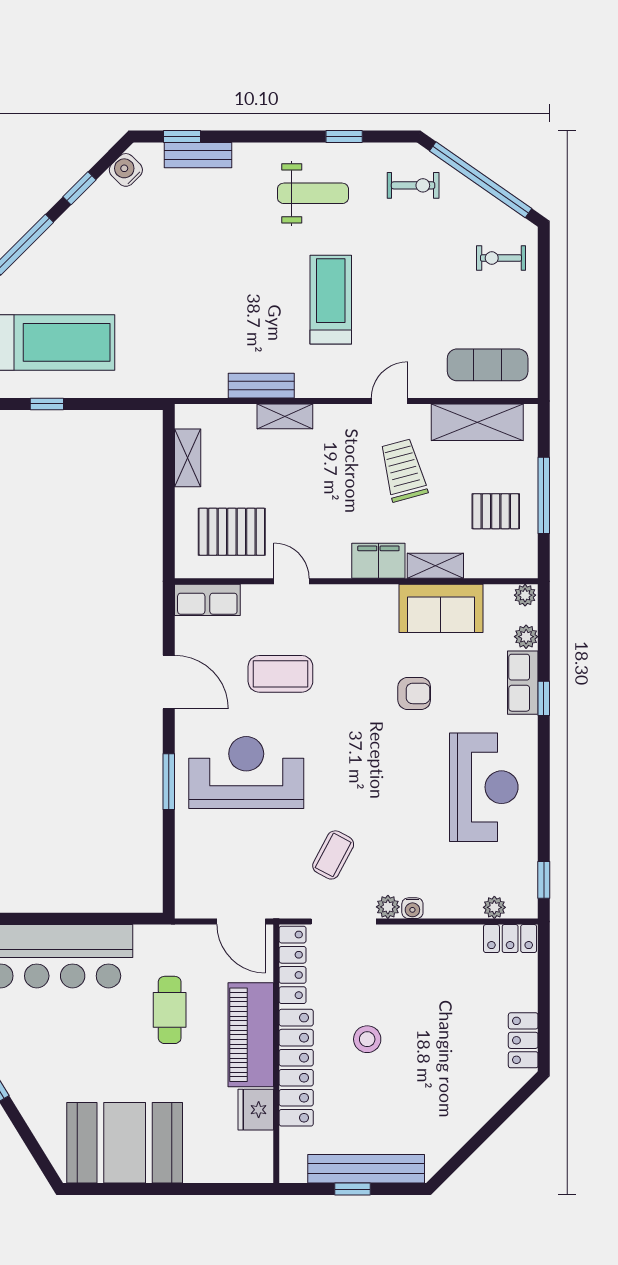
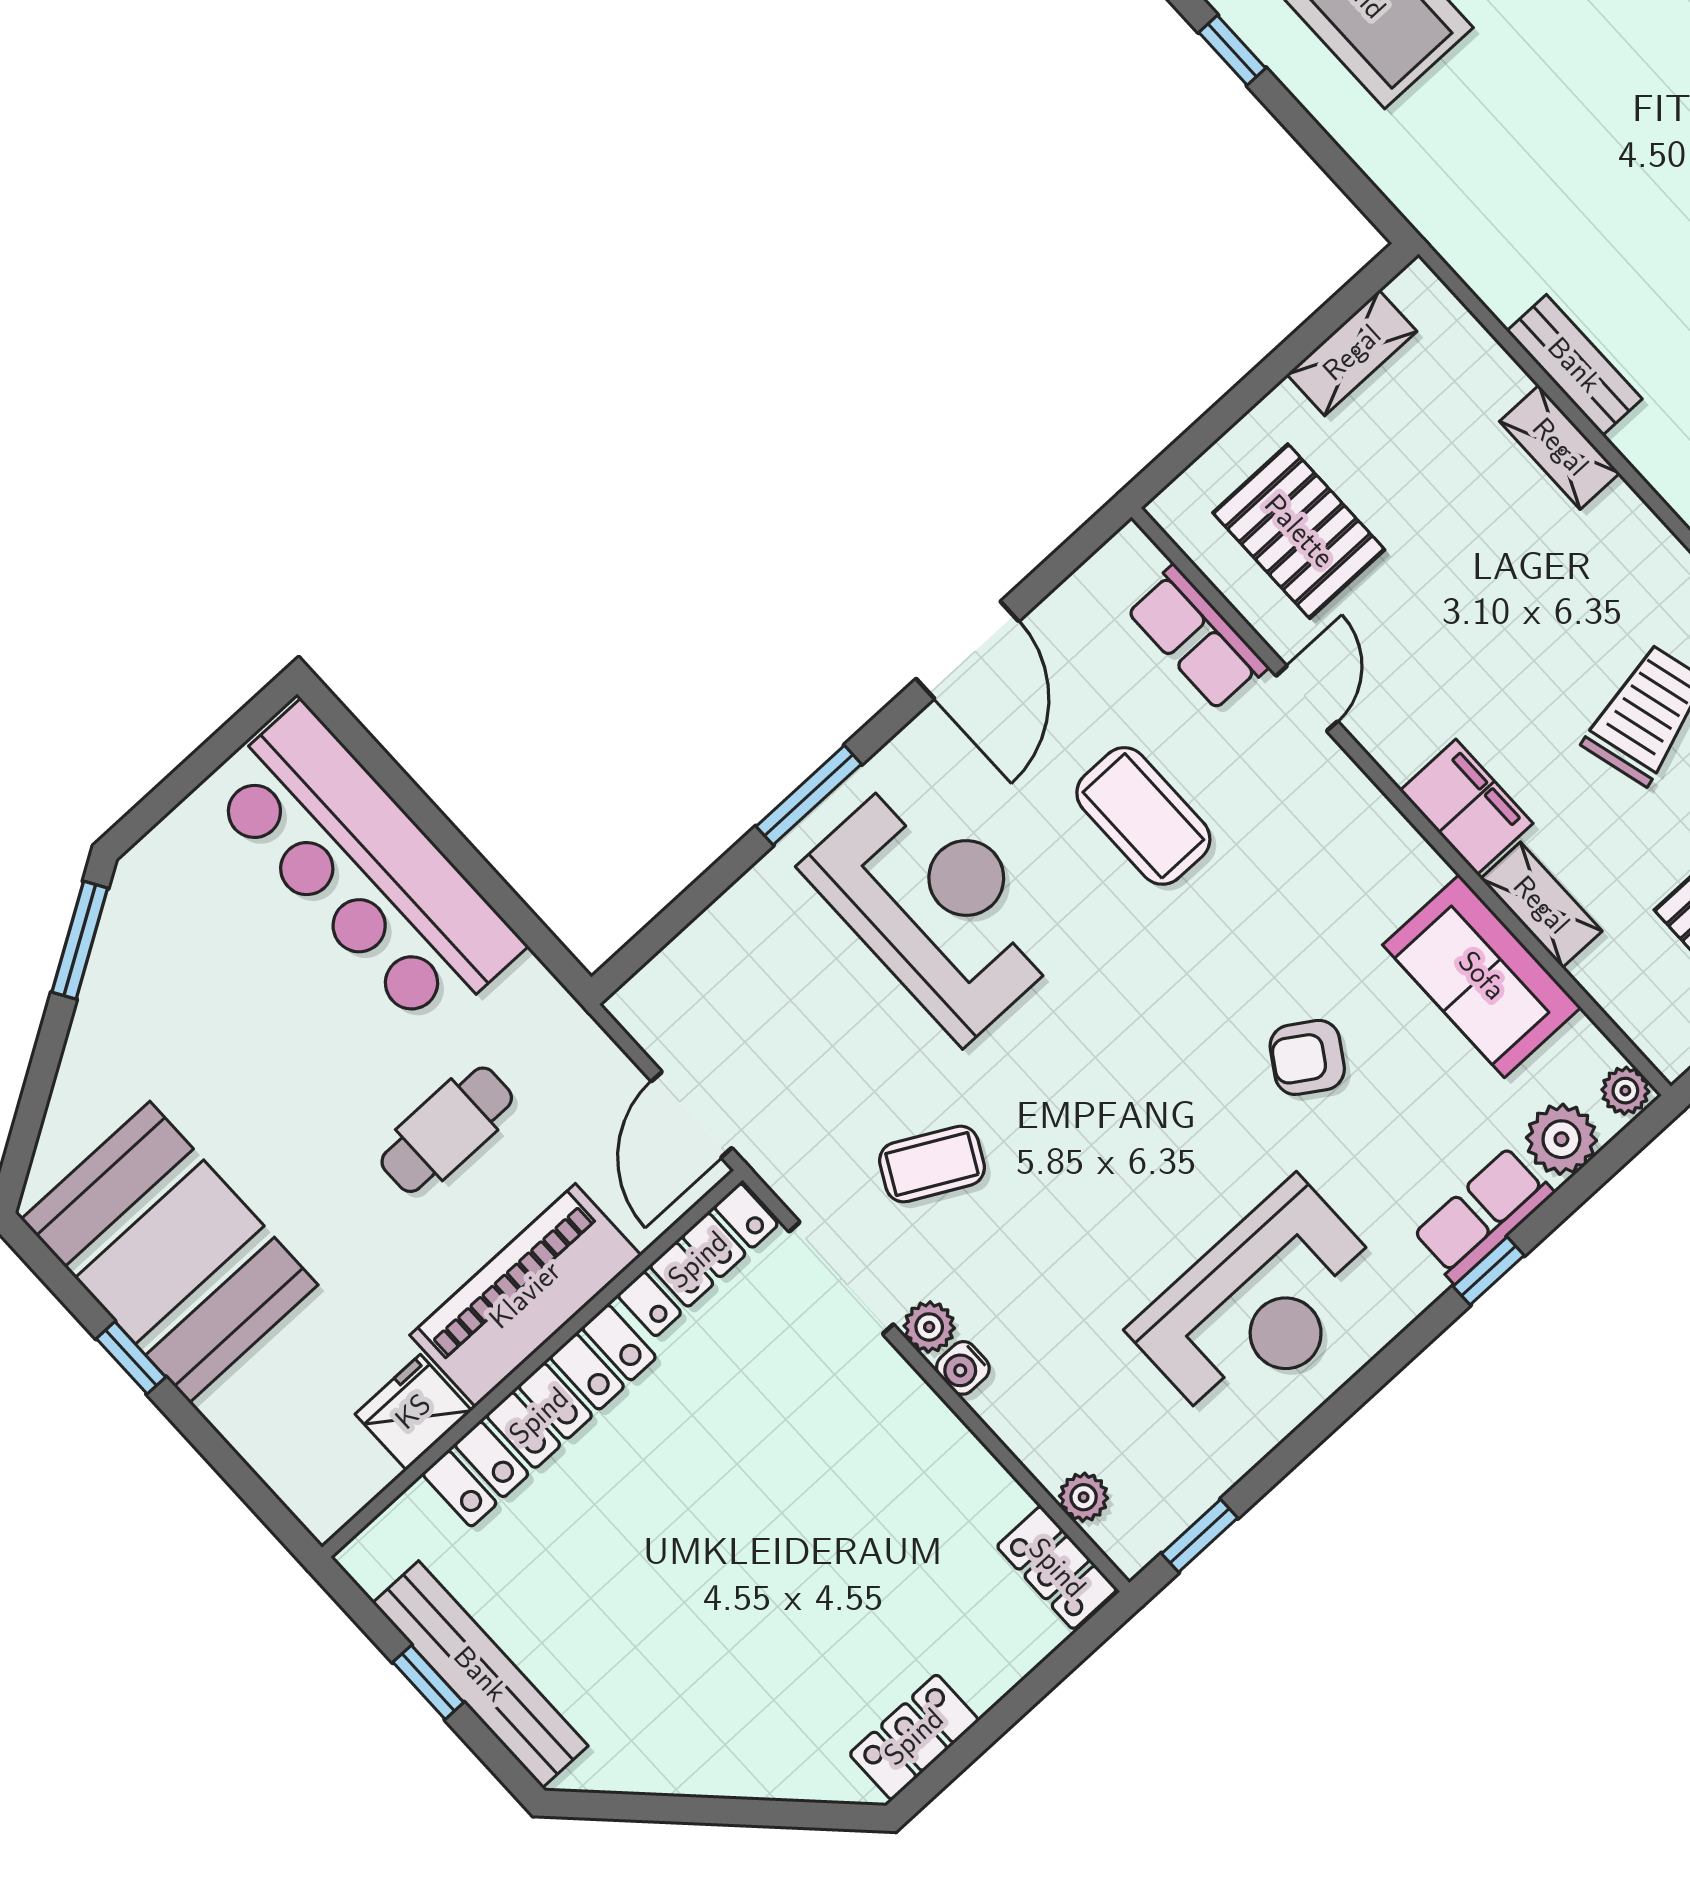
row of seats: (207, 600) -> (1197, 638), moved
plant: (526, 637) -> (1561, 1139), width x1.38, depth x1.38
armchair: (414, 693) -> (1307, 1057), turned 123
stool: (367, 1039) -> (688, 1487), removed
window: (149, 1189) -> (131, 1358), added

